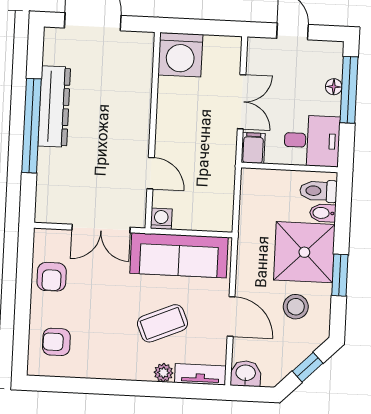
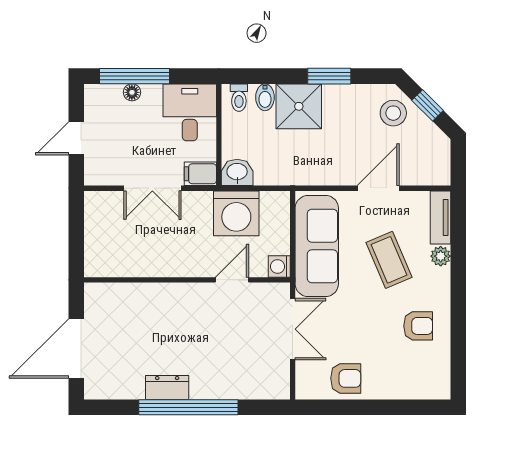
washing machine: (180, 55) -> (236, 213), moved, turned 90
double door: (242, 102) -> (152, 188), swing flipped
dresser: (54, 107) -> (167, 388), width x0.51, depth x0.80
toilet: (318, 191) -> (239, 98), width x0.73, depth x0.72
shower: (304, 252) -> (299, 106), width x0.73, depth x0.73
stool: (296, 307) -> (393, 113), moved
armchair: (56, 342) -> (418, 326), moved, turned -90
washbasin: (246, 374) -> (237, 172), moved, turned 90

